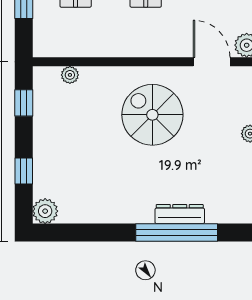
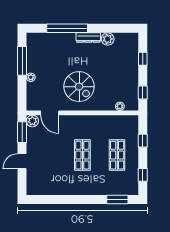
plant: (45, 211) -> (108, 39), moved
dresser: (180, 214) -> (88, 37), moved

